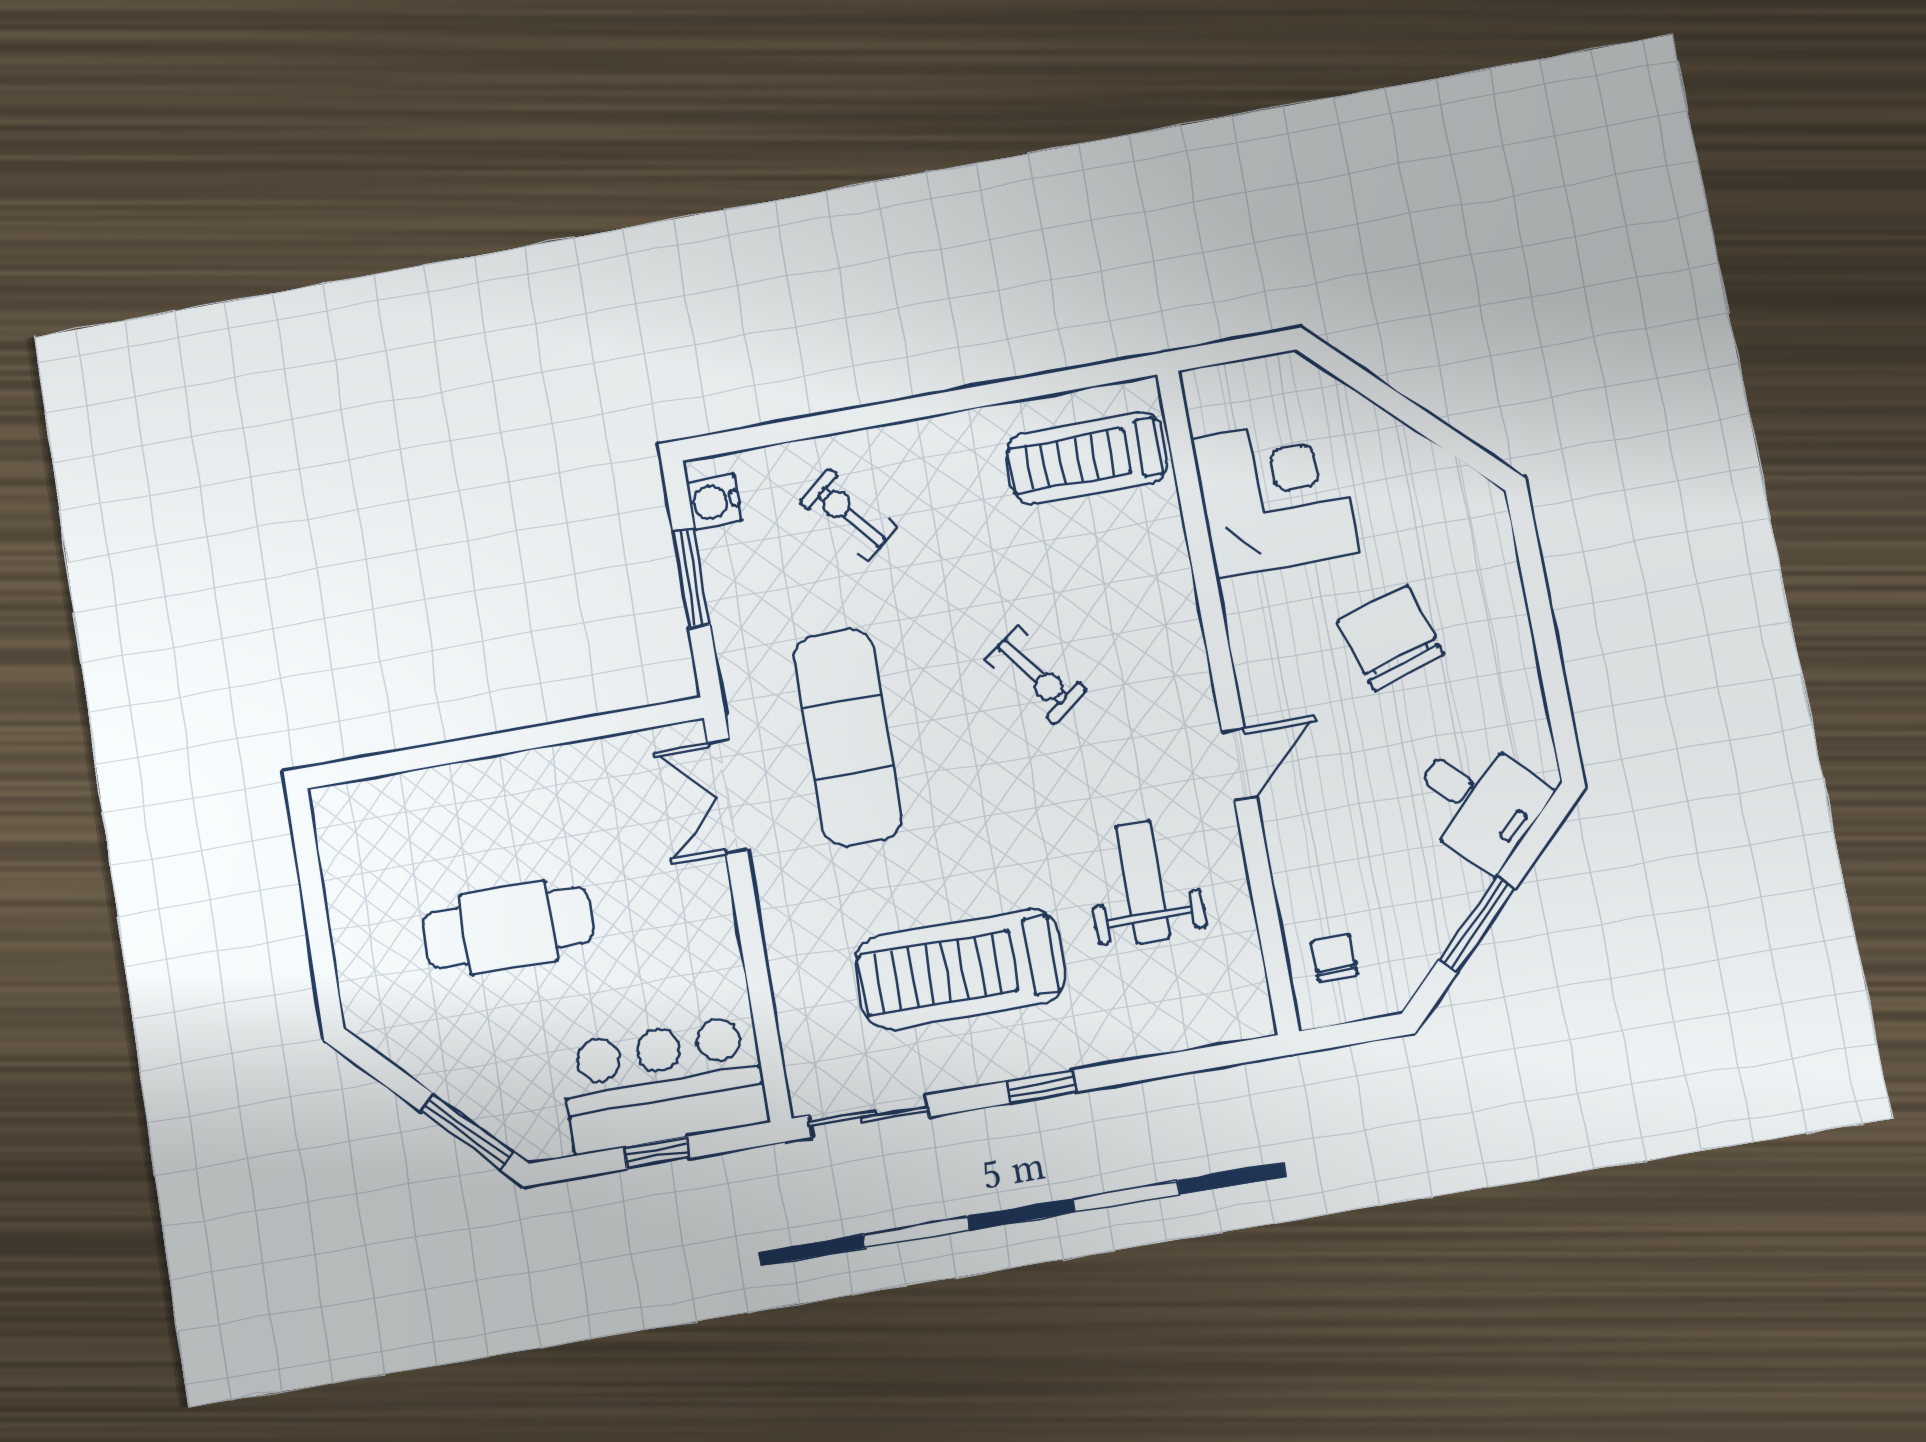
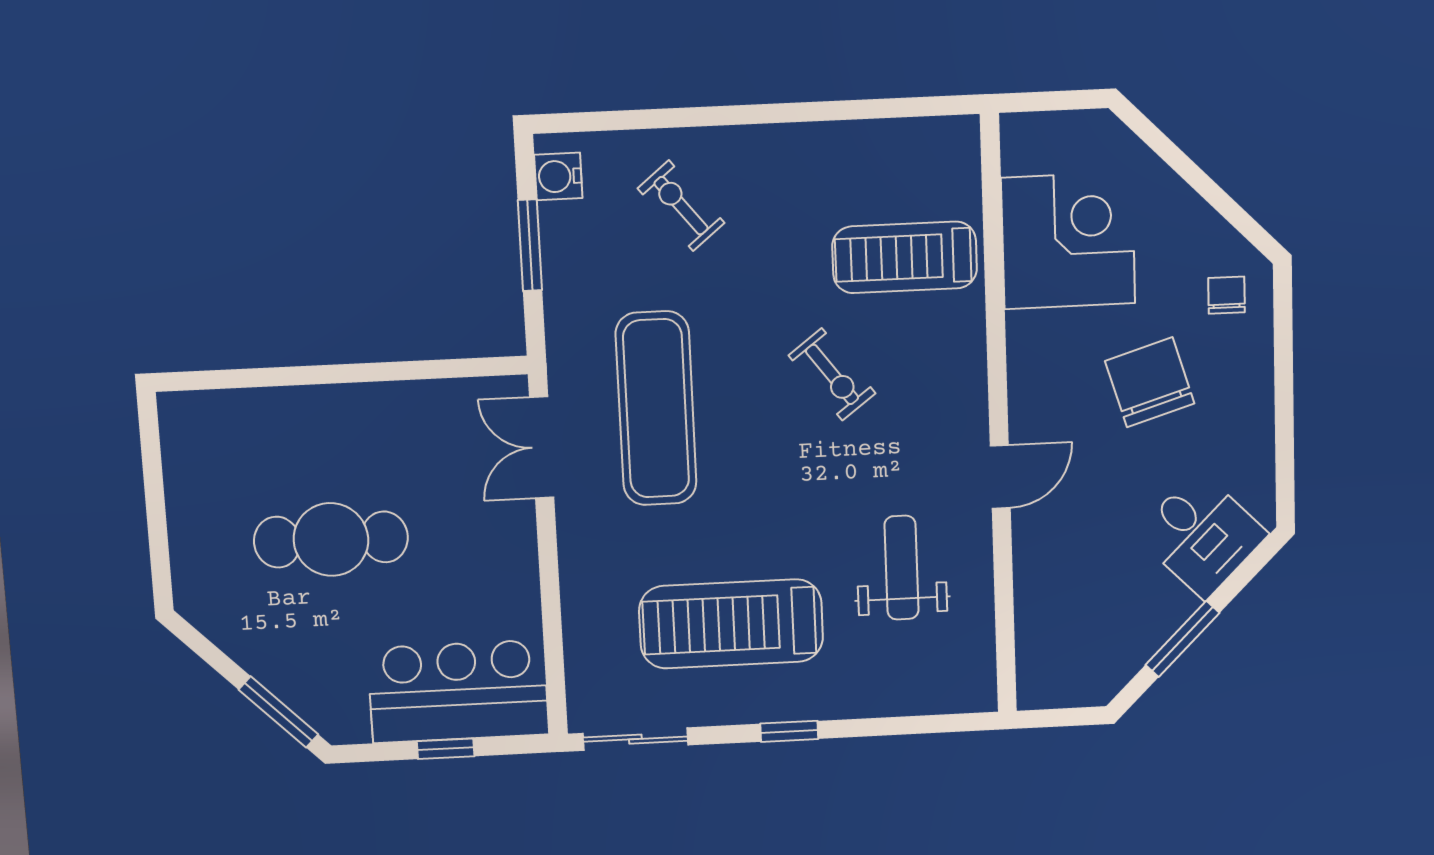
treadmill: (1087, 458) -> (905, 257), moved
chair: (1334, 958) -> (1226, 295), moved

